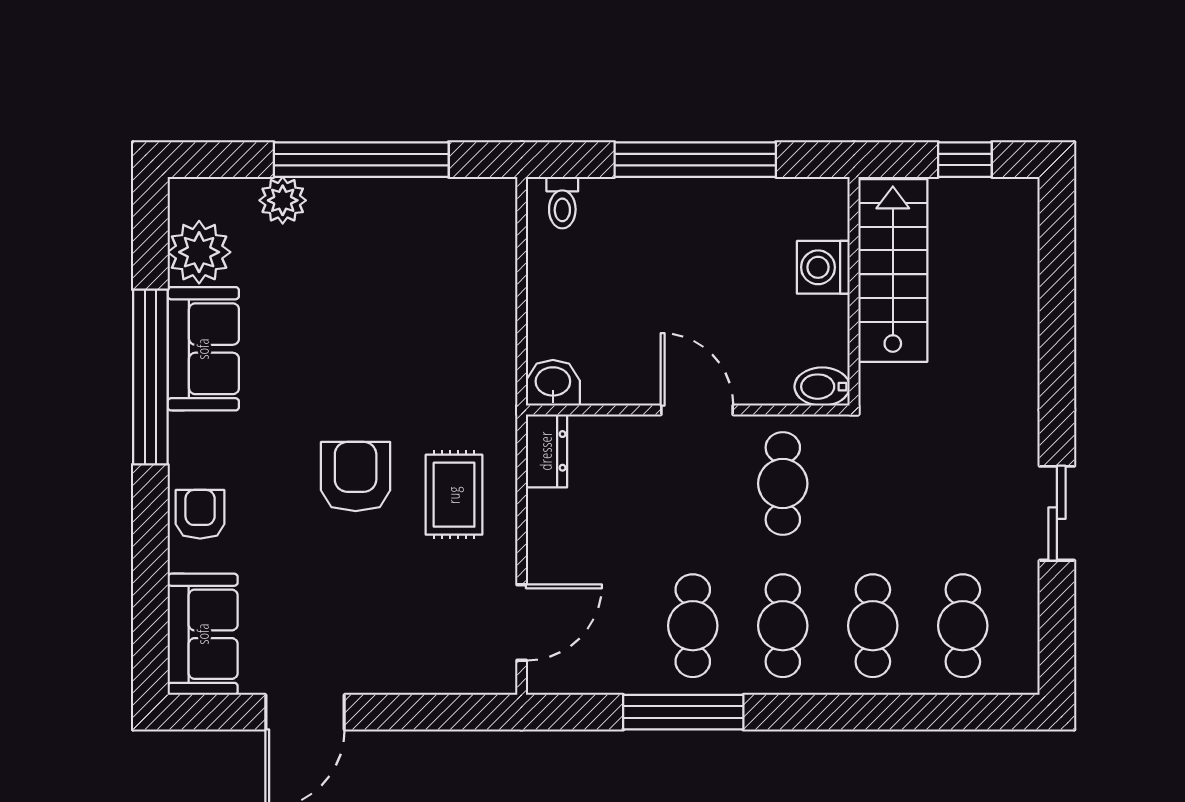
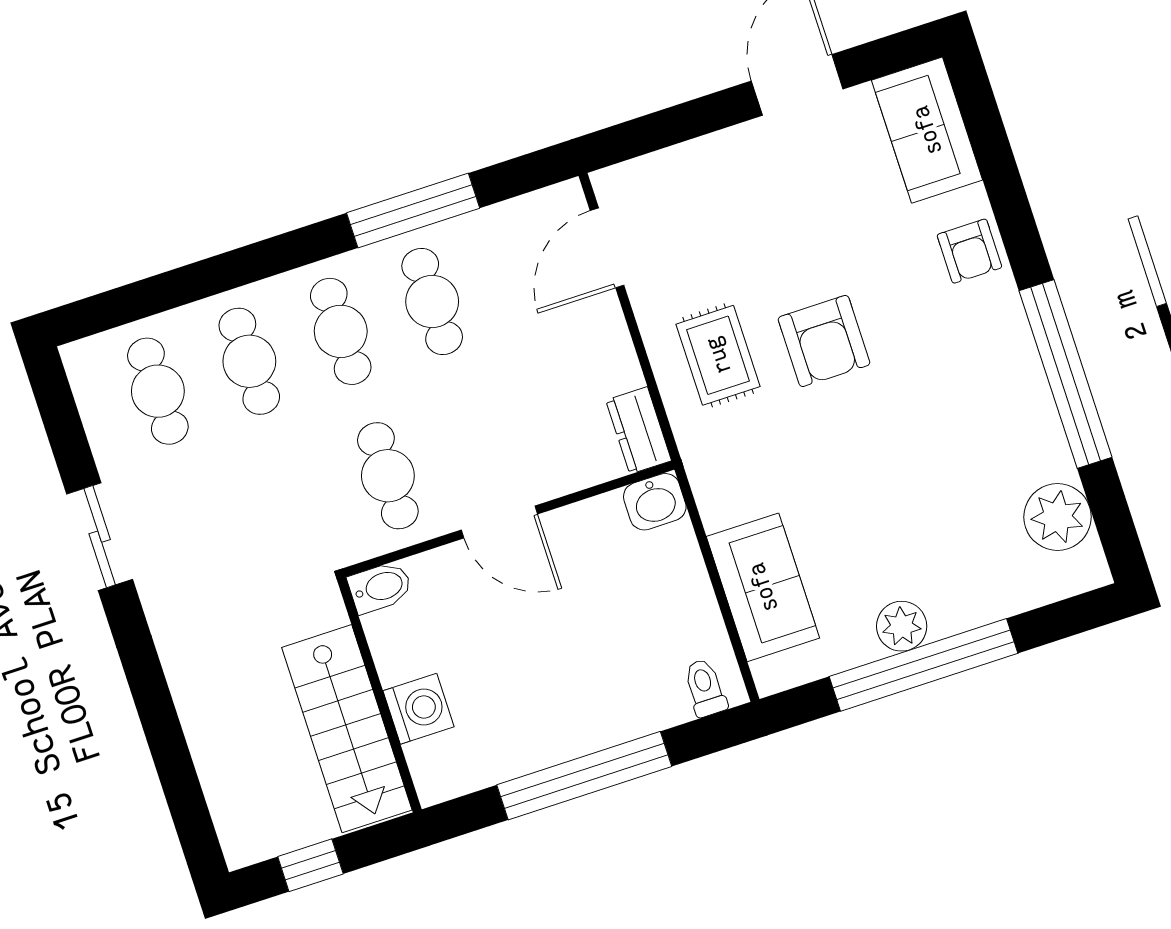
plant: (283, 200) -> (902, 626), moved
sofa: (203, 349) -> (763, 587), moved, turned 180

